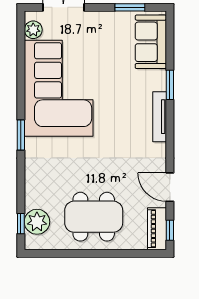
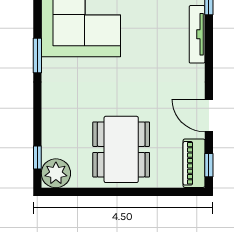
dining table: (94, 217) -> (121, 149), turned 90
plant: (37, 222) -> (56, 173), moved

